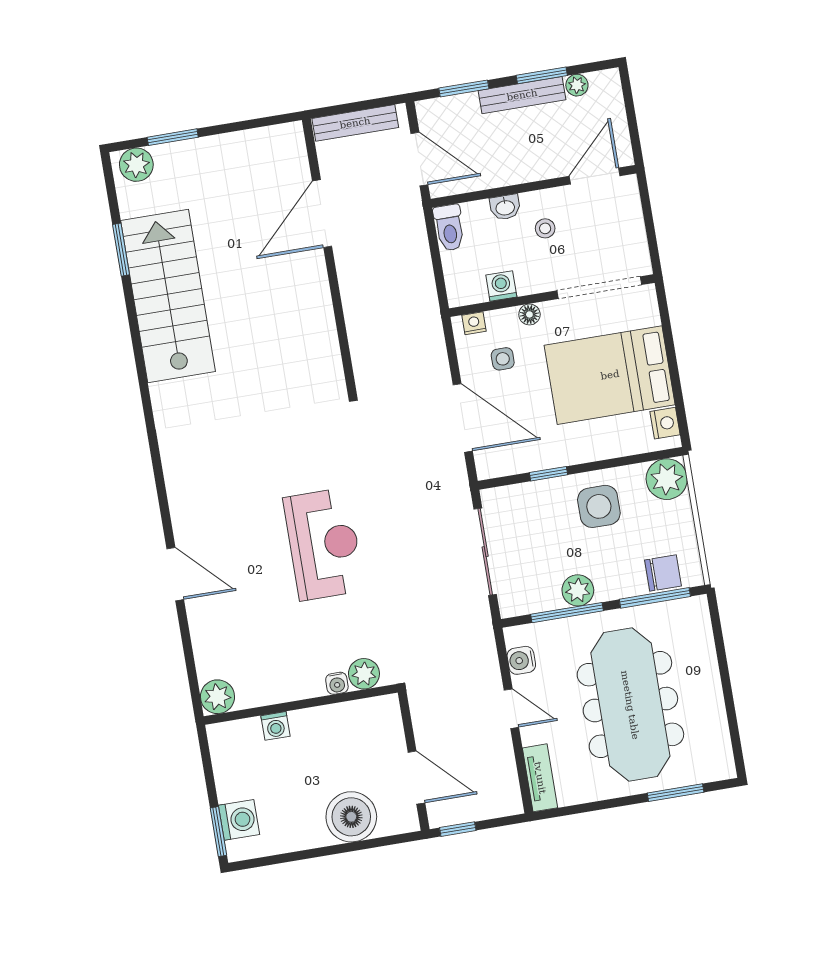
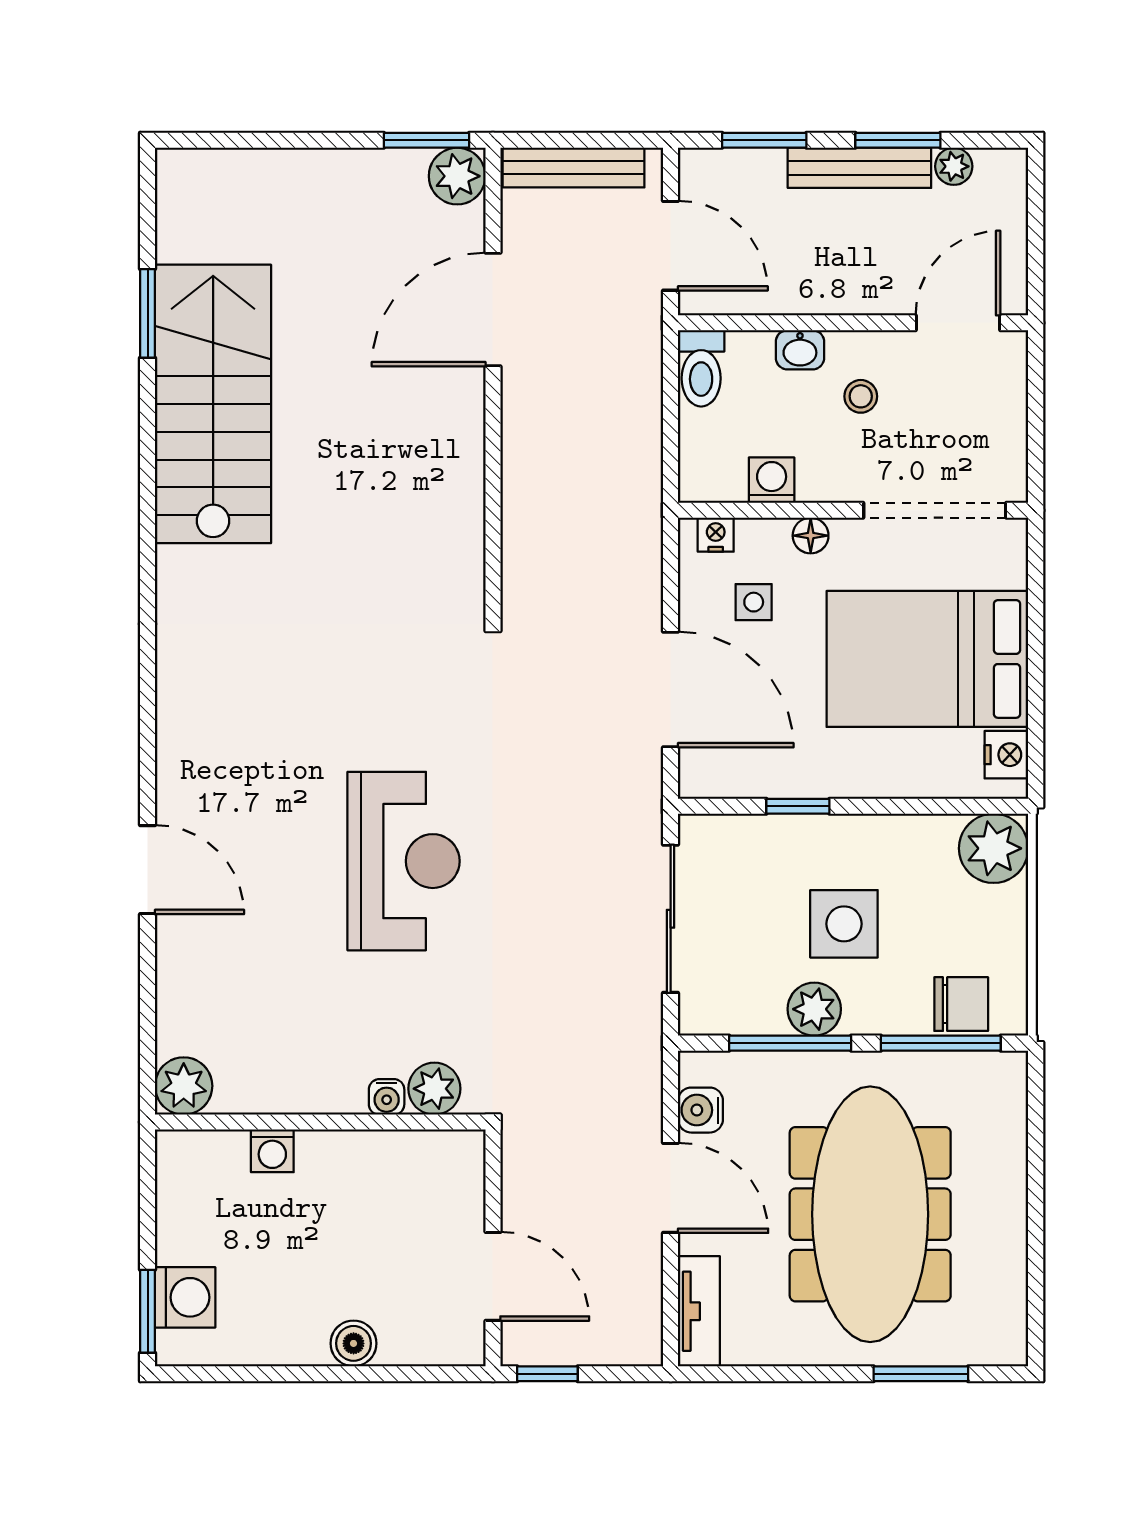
window: (173, 137) -> (426, 140), moved
plant: (136, 165) -> (457, 176), moved
side table: (599, 506) -> (844, 924), moved
door: (511, 709) -> (671, 1188), width x1.38
boiler: (351, 817) -> (354, 1343), width x0.54, depth x0.54

